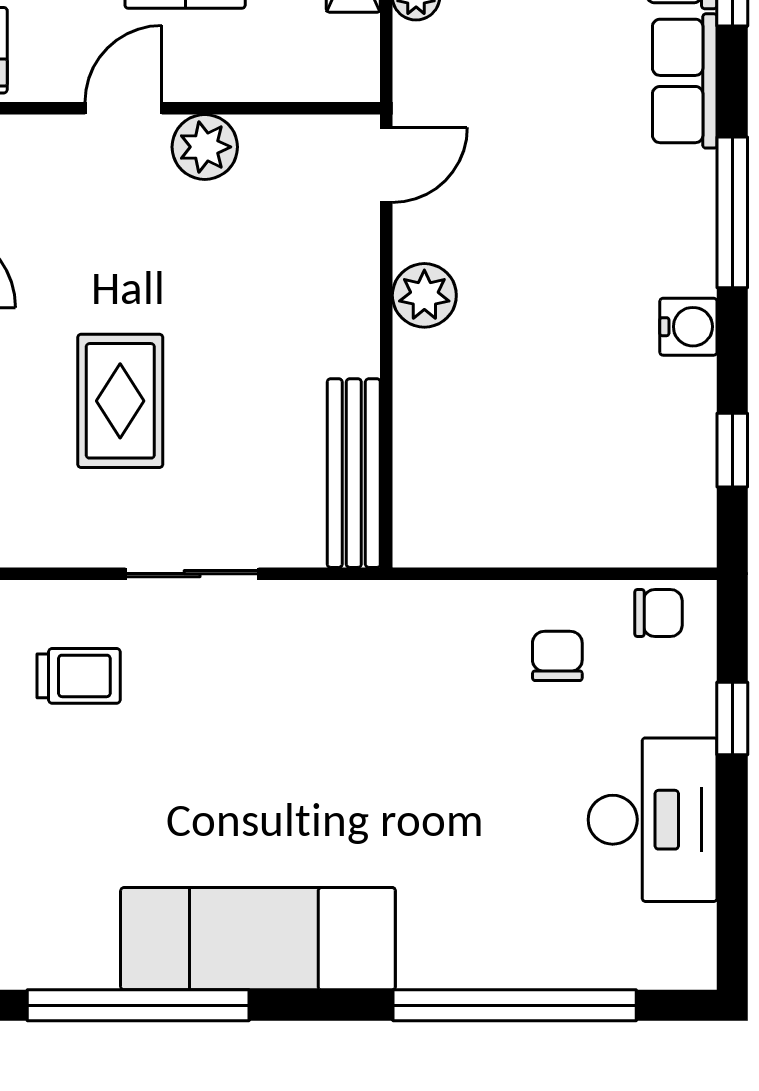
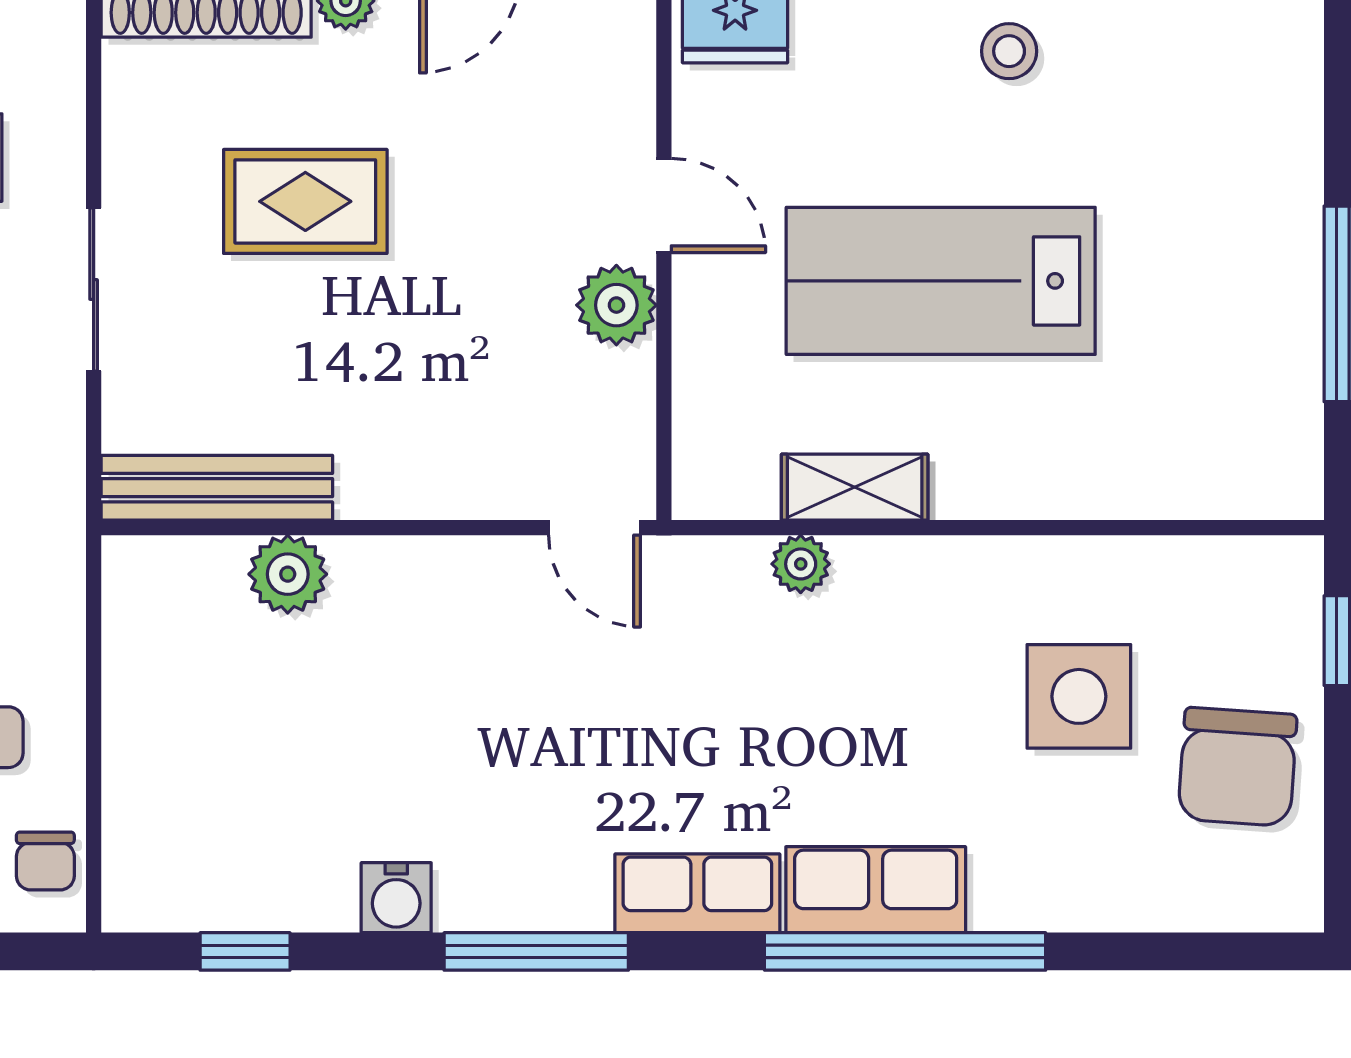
plant: (424, 295) -> (288, 574), moved

